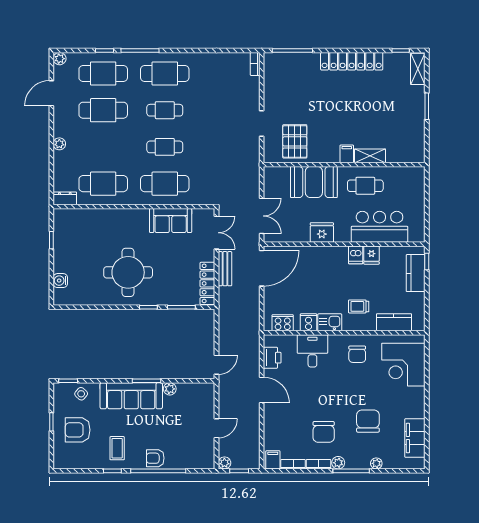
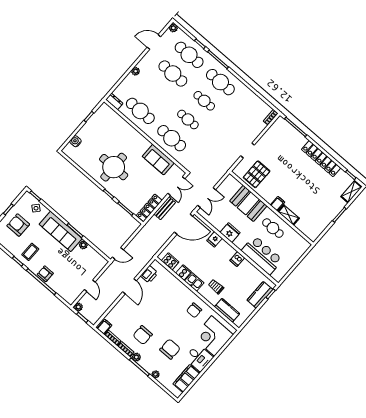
fridge: (371, 255) -> (215, 239), moved
desk: (312, 351) -> (199, 358), moved, turned 90
door: (217, 428) -> (90, 286), hinge flipped

